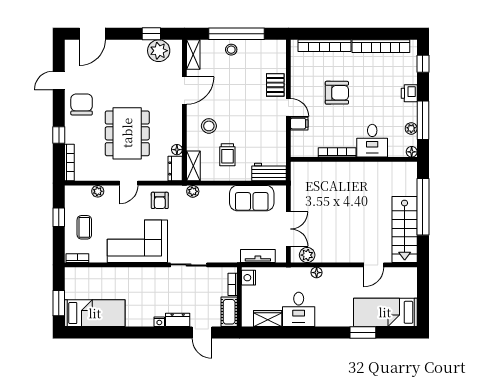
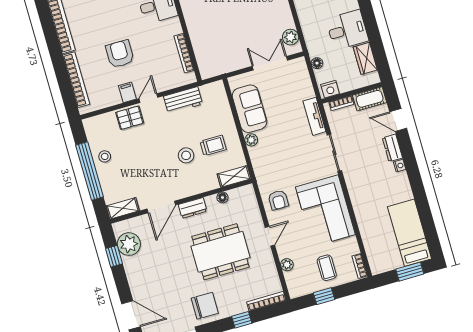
stool: (231, 50) -> (105, 156), moved
door: (184, 91) -> (161, 207), swing flipped
chair: (82, 104) -> (205, 306), turned 180
filing cabinet: (299, 124) -> (127, 92), moved
stool: (209, 126) -> (186, 155), moved
bookcase: (337, 152) -> (184, 53), moved
dresser: (175, 168) -> (193, 208), moved
workbench: (269, 172) -> (183, 100), moved, turned -90
door: (129, 183) -> (270, 236), hinge flipped
plant: (193, 191) -> (251, 140), moved
armchair: (160, 200) -> (278, 200), turned 90
coffee table: (84, 227) -> (327, 268), turned 90
tv unit: (258, 256) -> (314, 116), moved
floor lamp: (317, 273) -> (317, 63), moved
door: (202, 333) -> (398, 120), swing flipped

